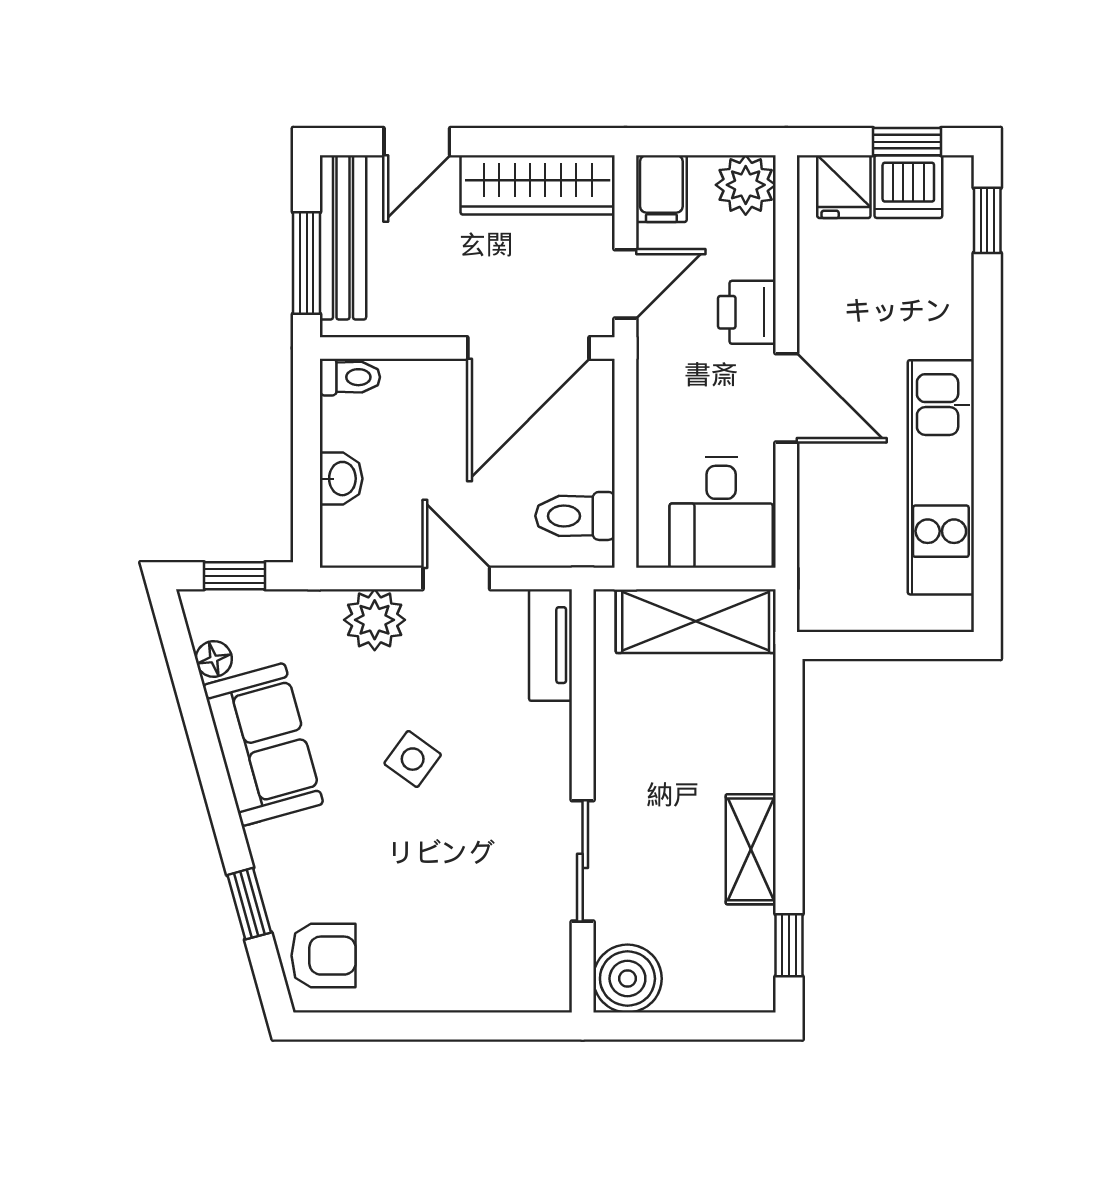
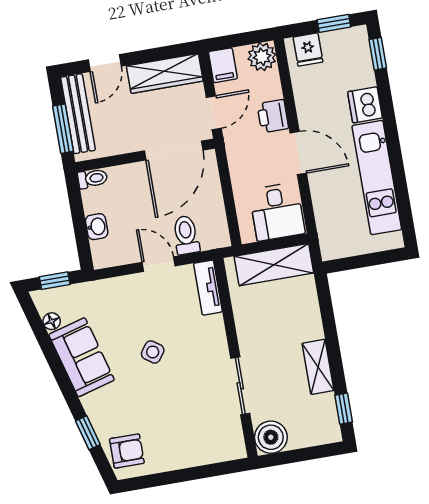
dishwasher: (908, 187) -> (365, 105), moved, turned 90
toilet: (575, 516) -> (186, 235), moved, turned 90
plant: (375, 620) -> (124, 290), removed

